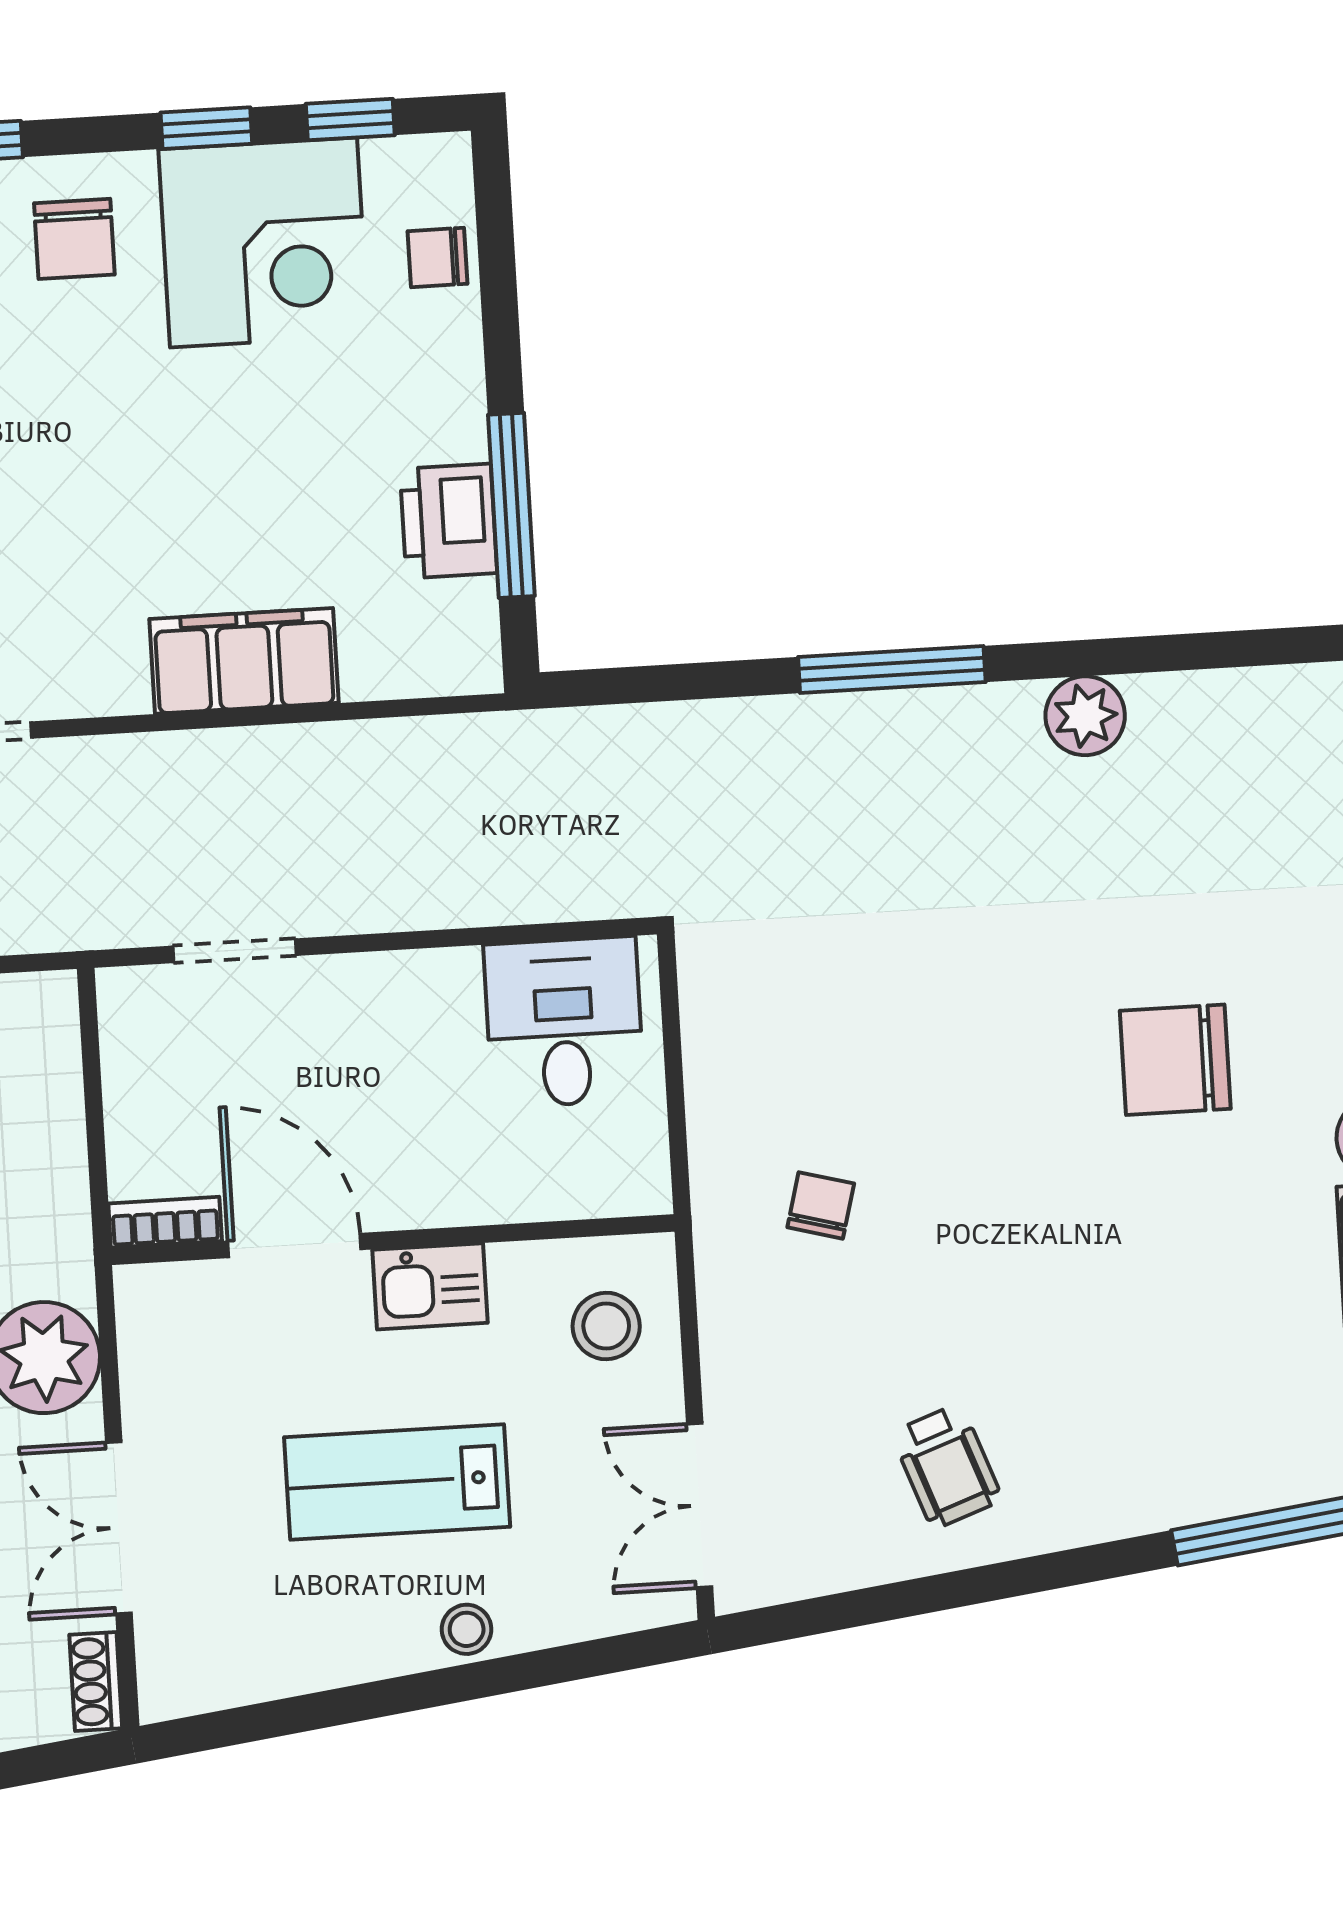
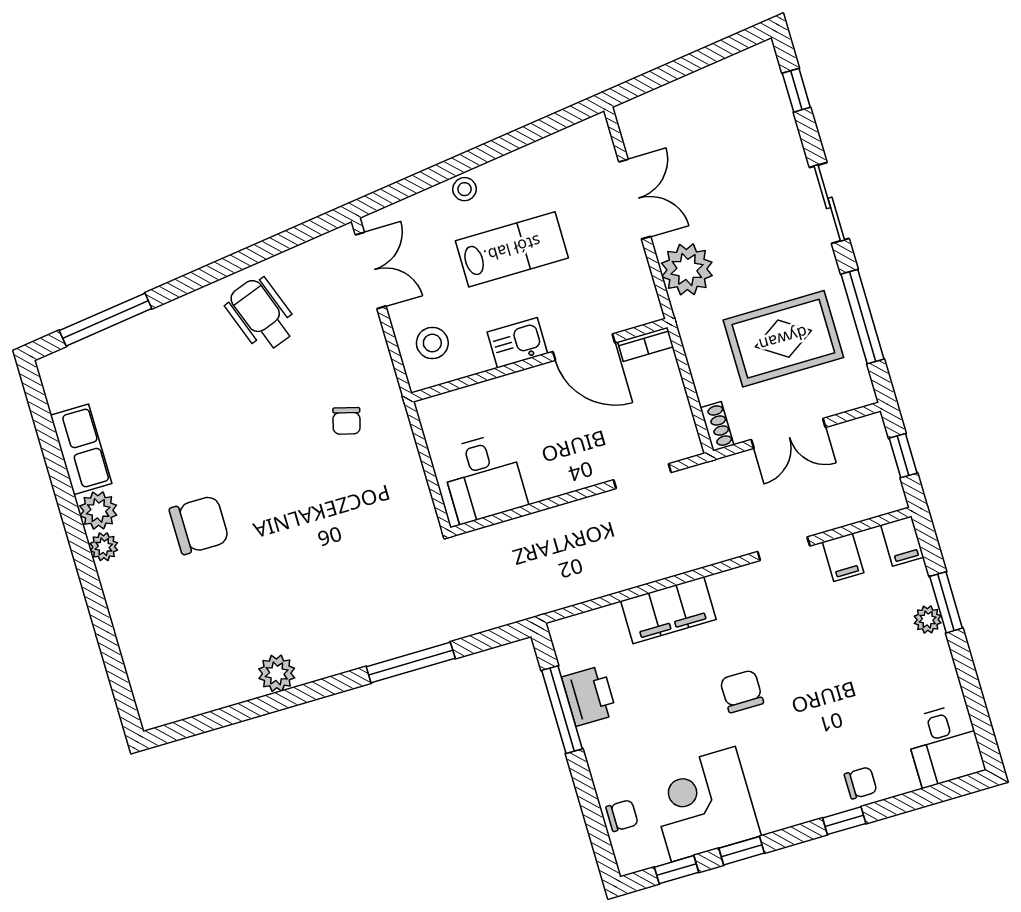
chair: (74, 239) -> (742, 691), moved
window: (892, 669) -> (411, 662), moved
wheelchair: (947, 1466) -> (261, 314), width x1.36, depth x1.37
shoe rack: (96, 1681) -> (717, 426), moved

